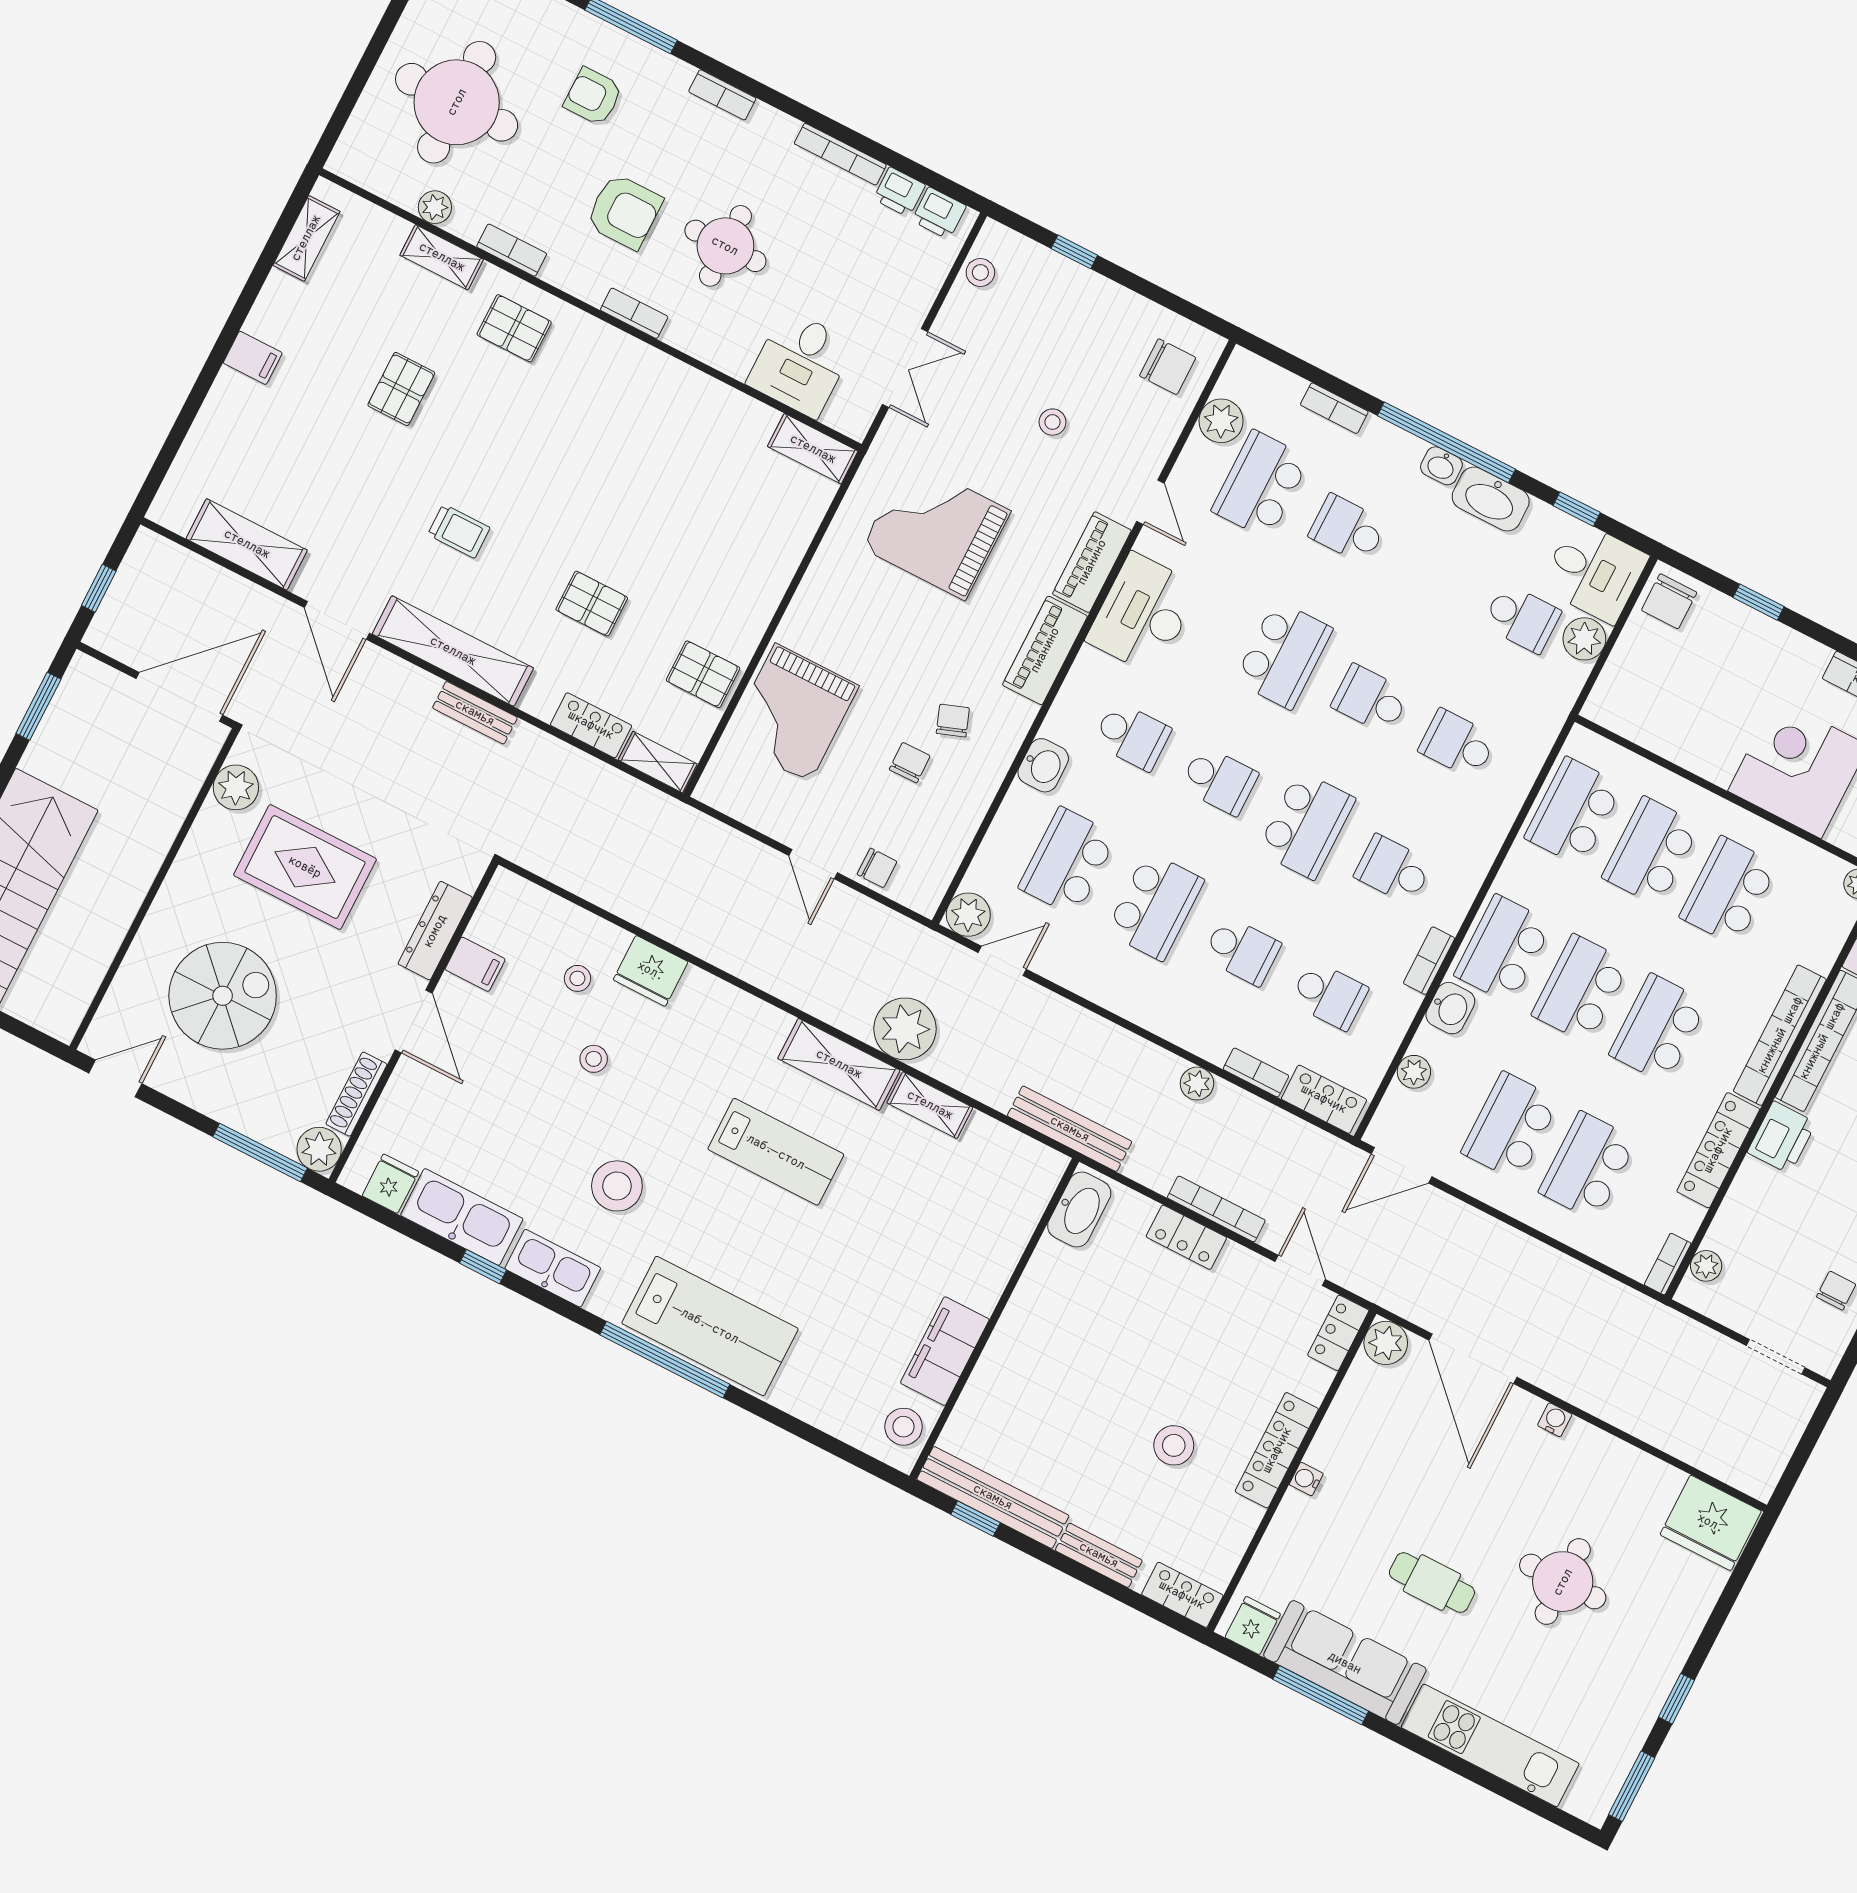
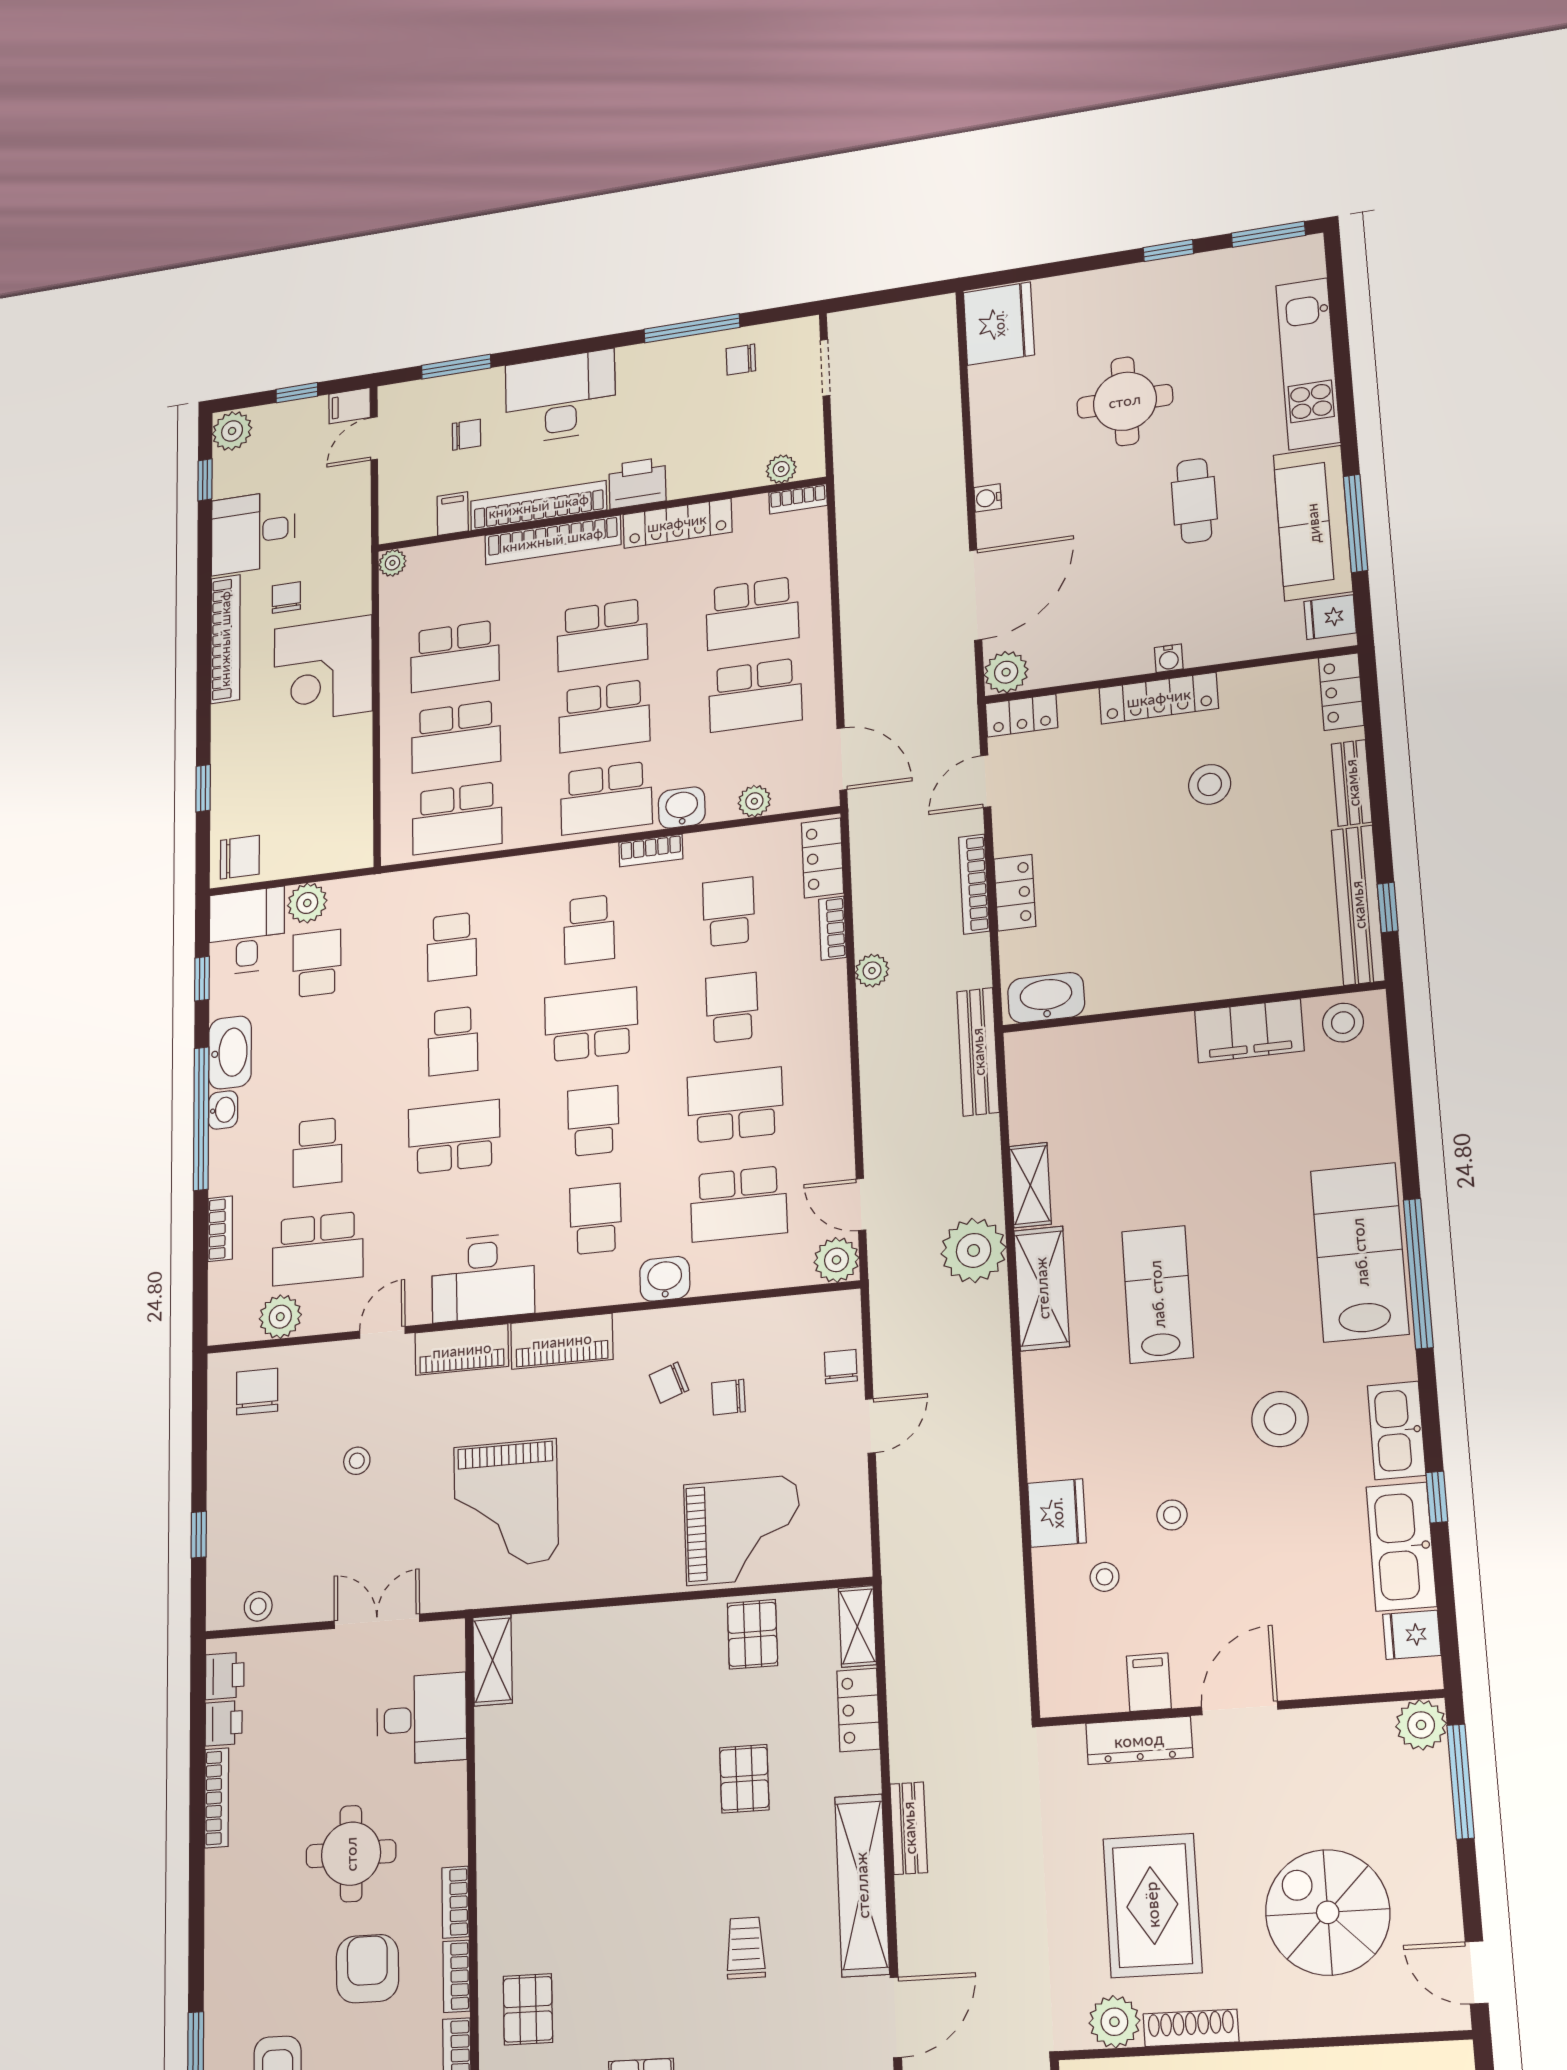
bookcase: (722, 95) -> (456, 1976), moved, turned 180
shoe rack: (356, 1094) -> (1191, 2028), moved, turned 180

